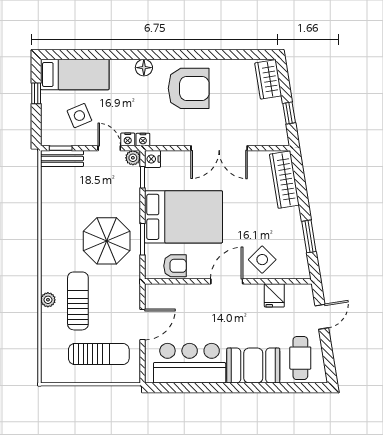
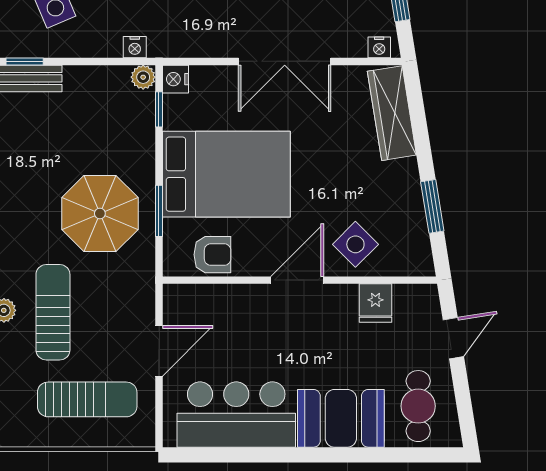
nightstand: (143, 140) -> (379, 47), moved
door: (109, 148) -> (104, 61), removed

